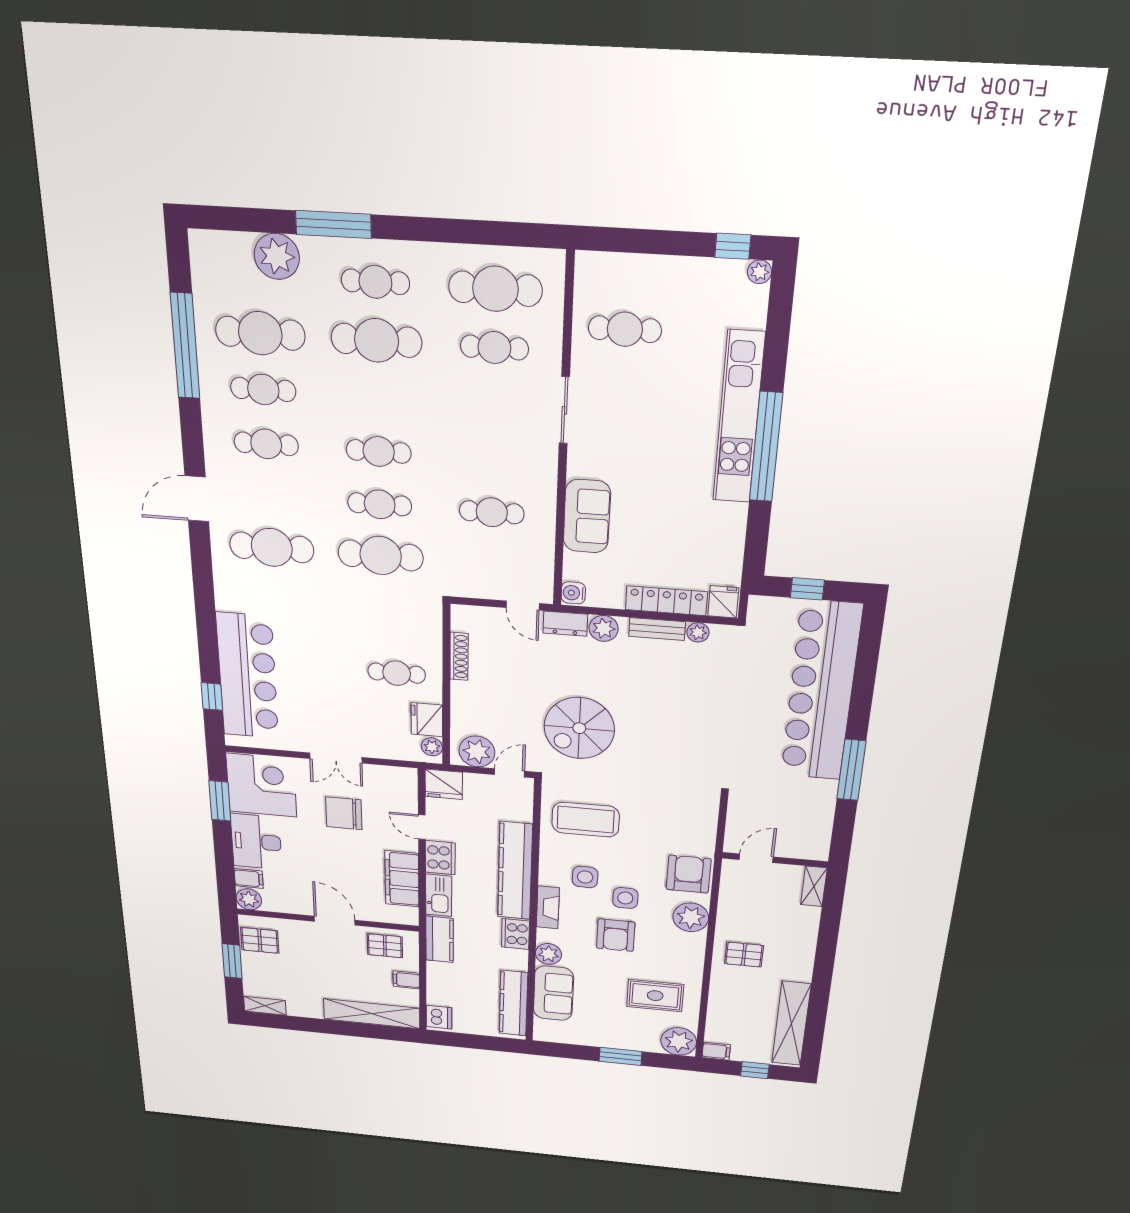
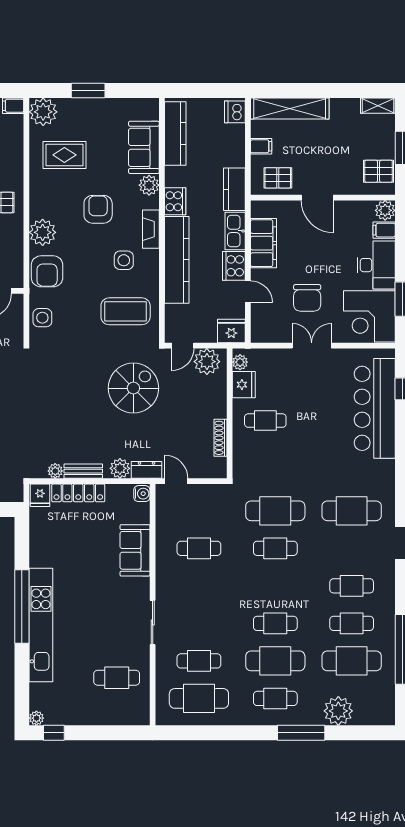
cafe table: (379, 451) -> (275, 623), moved
chair: (344, 813) -> (307, 298), turned 90
side table: (625, 898) -> (42, 318), moved

